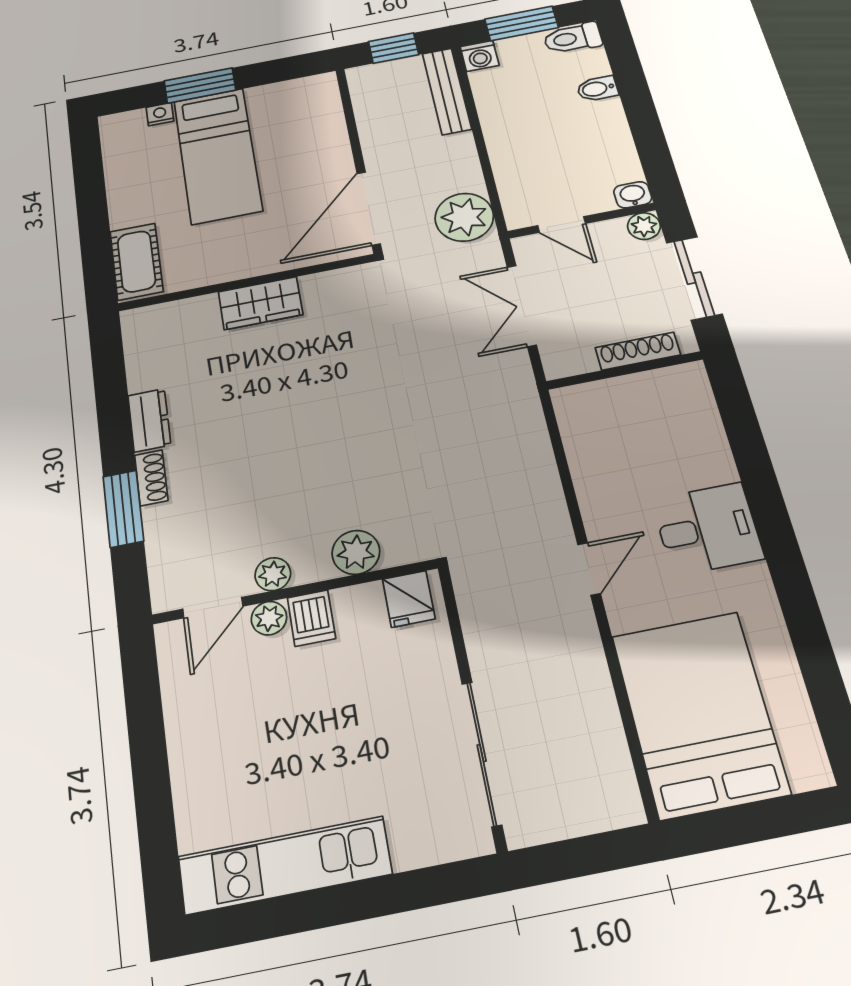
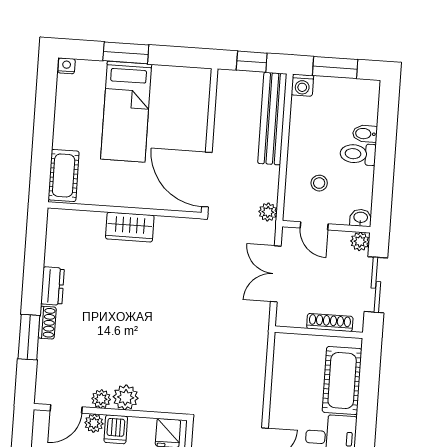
toilet: (573, 38) -> (358, 154), moved
bench: (447, 91) -> (272, 119), width x1.37, depth x1.21
nightstand: (160, 114) -> (67, 66), moved
stool: (549, 167) -> (319, 183), added
door: (369, 208) -> (207, 180), hinge flipped
plant: (464, 217) -> (268, 212), width x0.53, depth x0.53
cot: (692, 432) -> (342, 380), added
plant: (356, 552) -> (126, 397), moved

